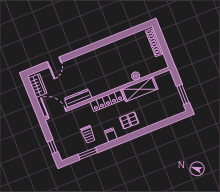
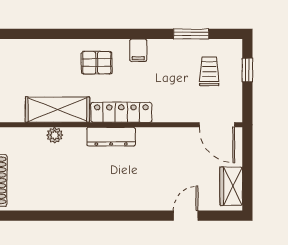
dresser: (78, 98) -> (111, 137), moved
trolley: (88, 134) -> (209, 71), moved

